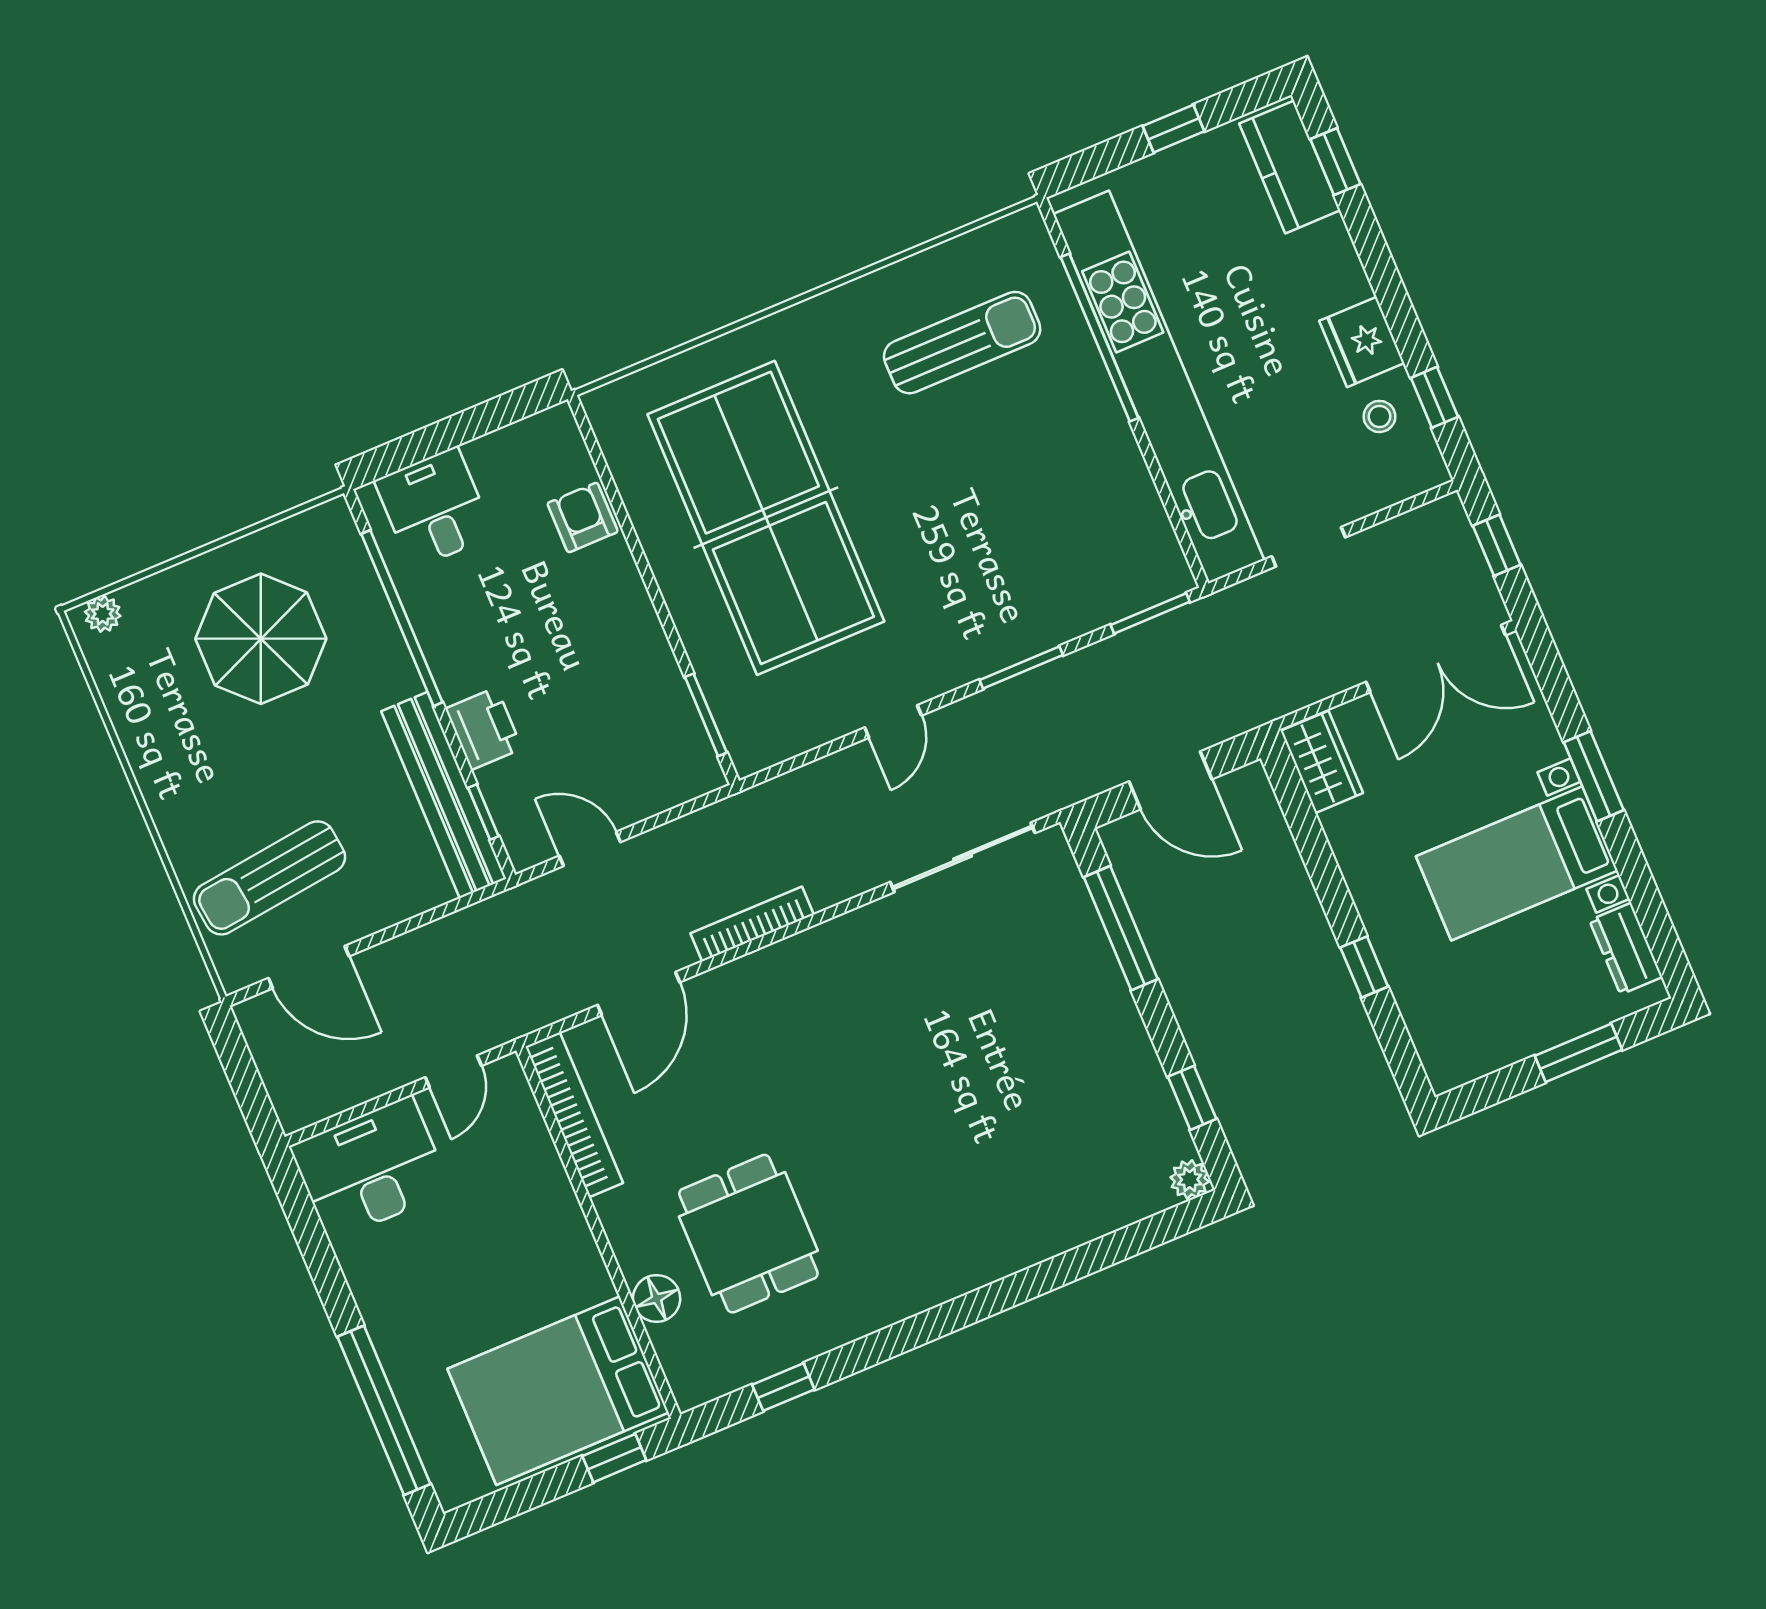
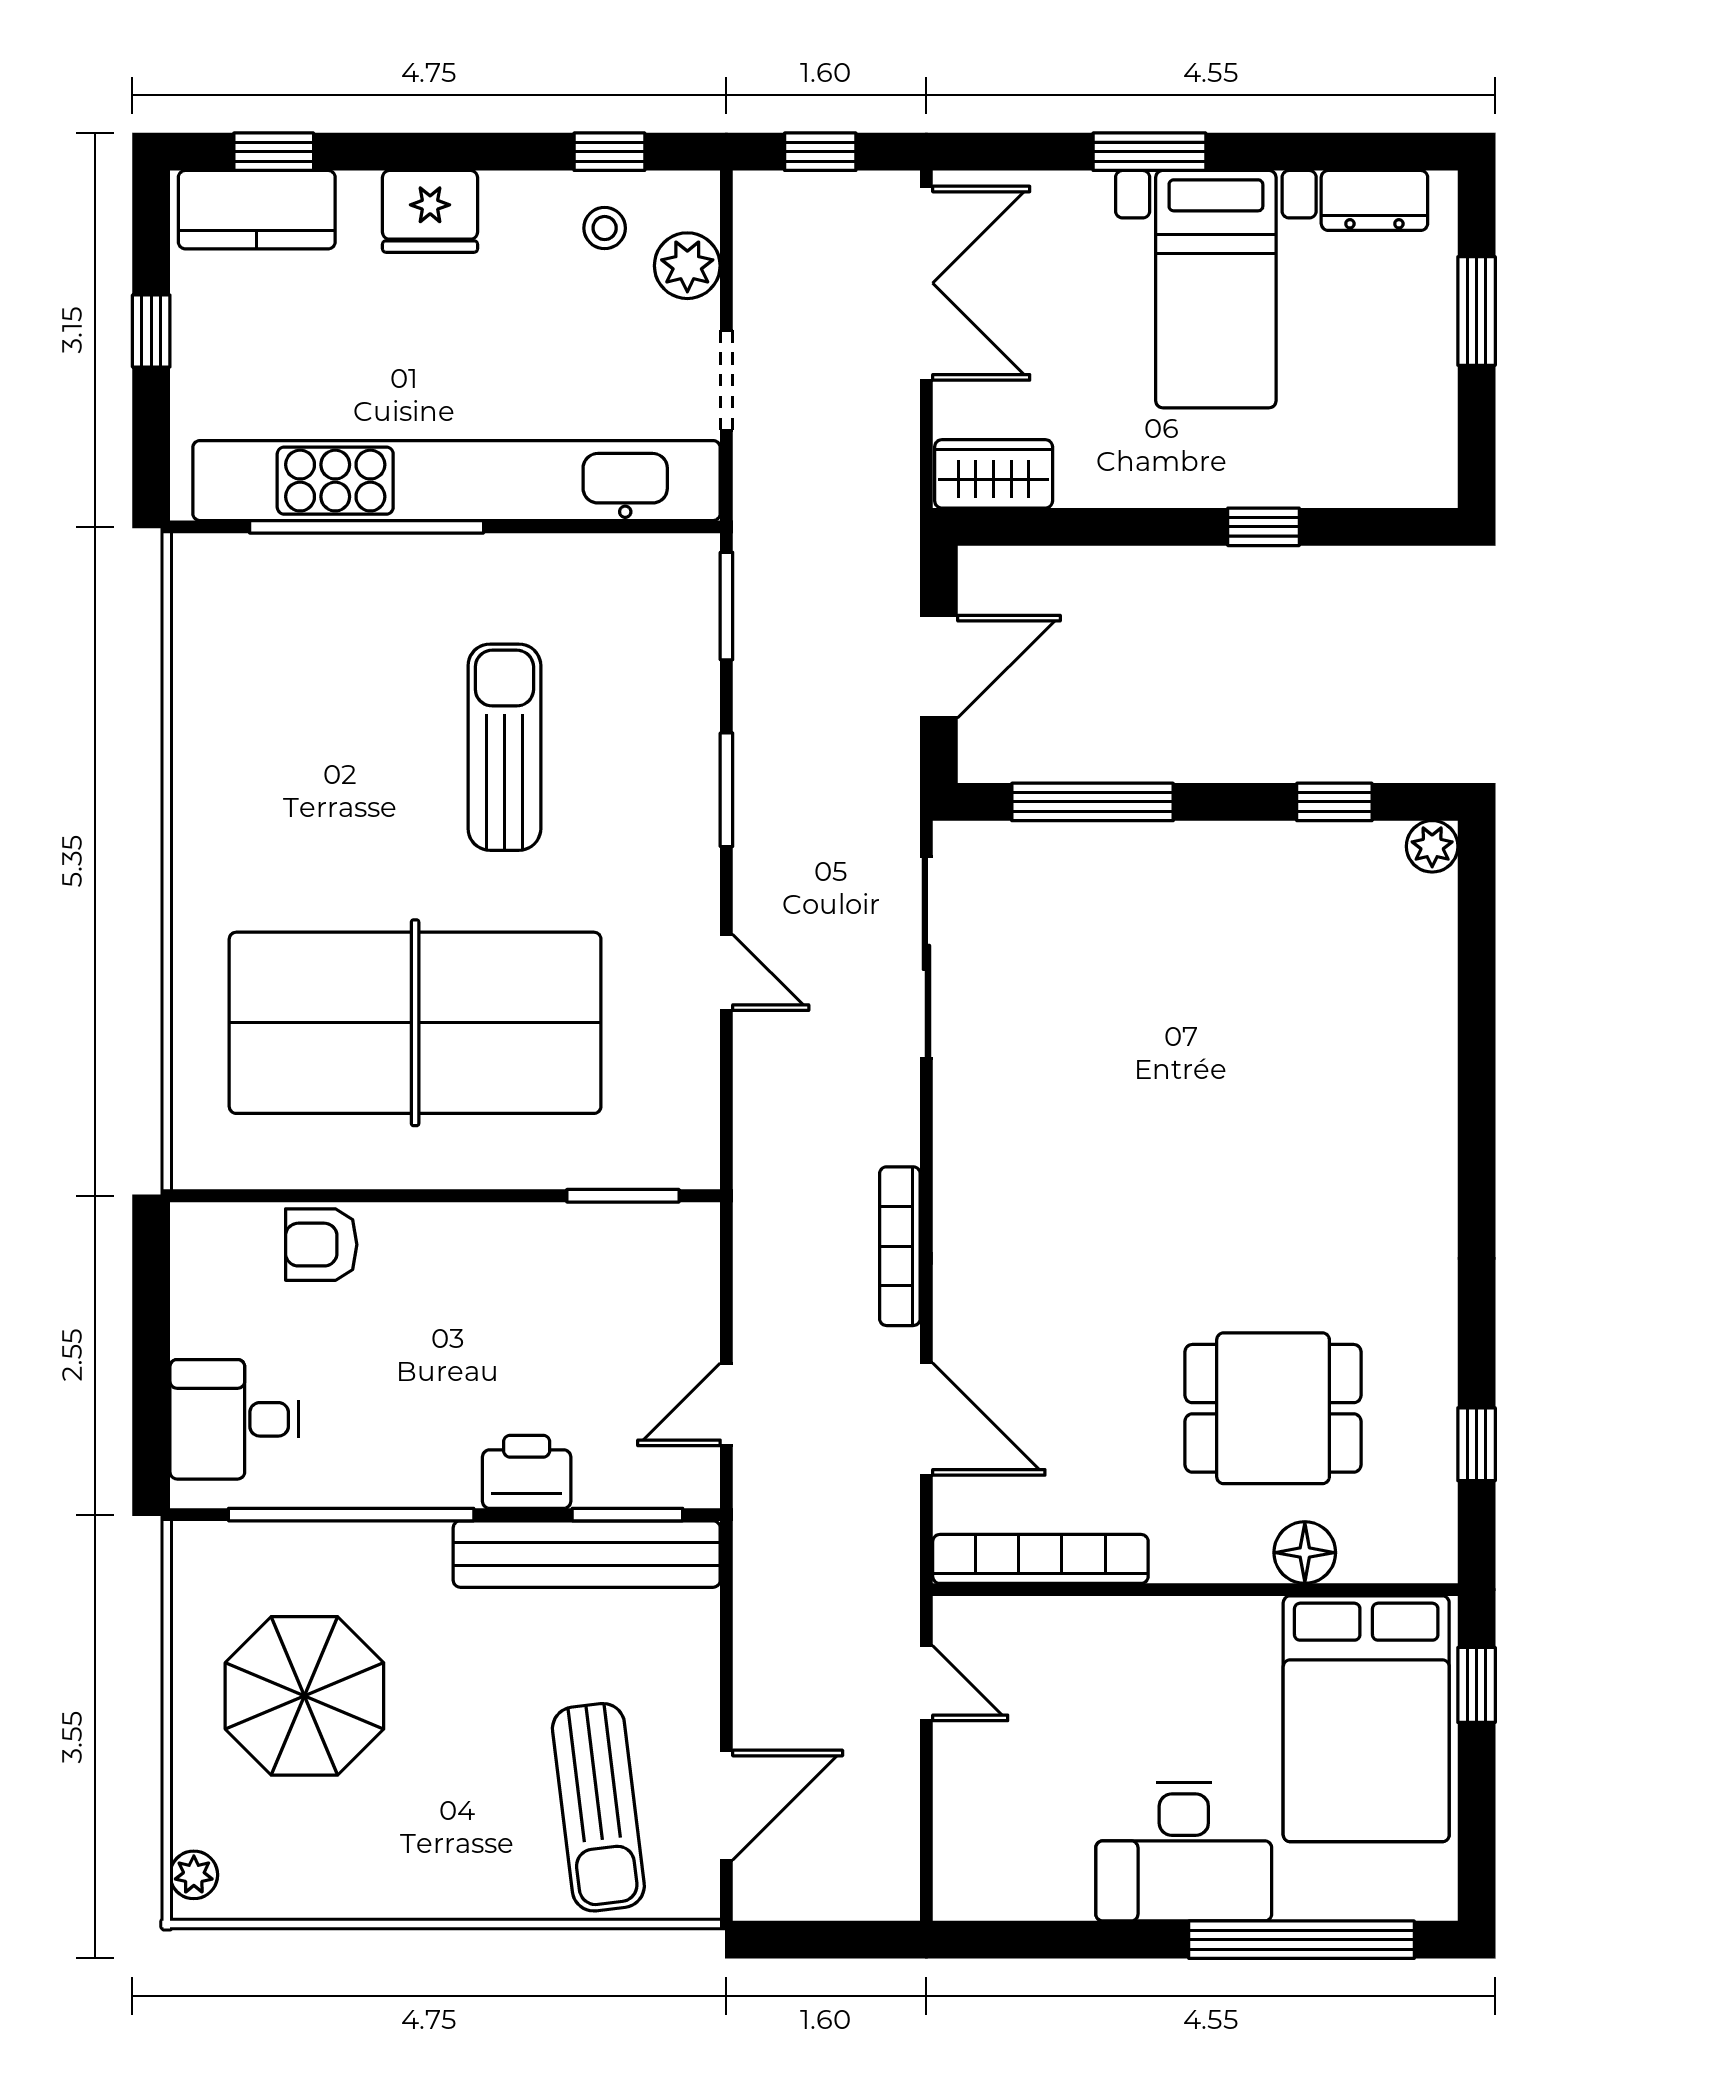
fridge: (1362, 342) -> (430, 211), moved
sun lounger: (962, 343) -> (504, 747), moved
plant: (1377, 486) -> (687, 266), added
window: (483, 812) -> (627, 1515), width x1.50
desk: (370, 1169) -> (1184, 1852), moved, turned -90

